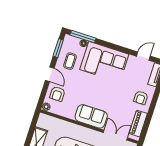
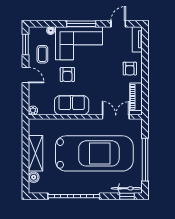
window: (83, 37) -> (81, 24), moved
armchair: (57, 94) -> (67, 75), moved
sofa: (91, 116) -> (72, 105), moved

